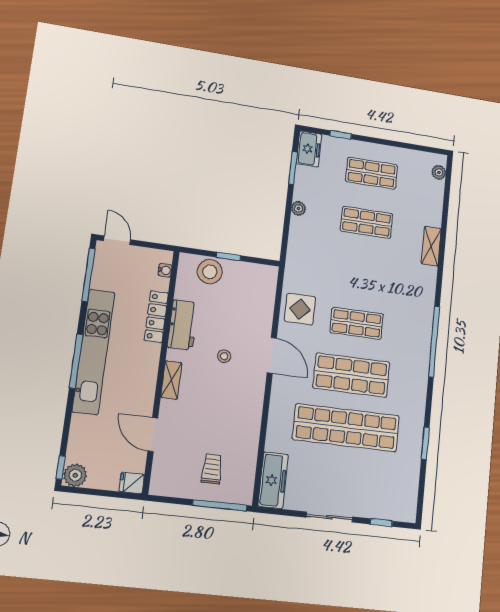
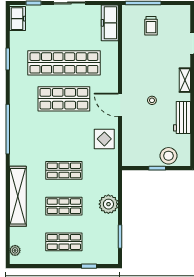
freezer: (309, 149) -> (18, 19), moved, turned 180
plant: (299, 208) -> (108, 204), width x1.87, depth x1.87
shelving: (431, 246) -> (18, 196), width x2.20, depth x1.33
shop shelf: (357, 323) -> (64, 170), moved

